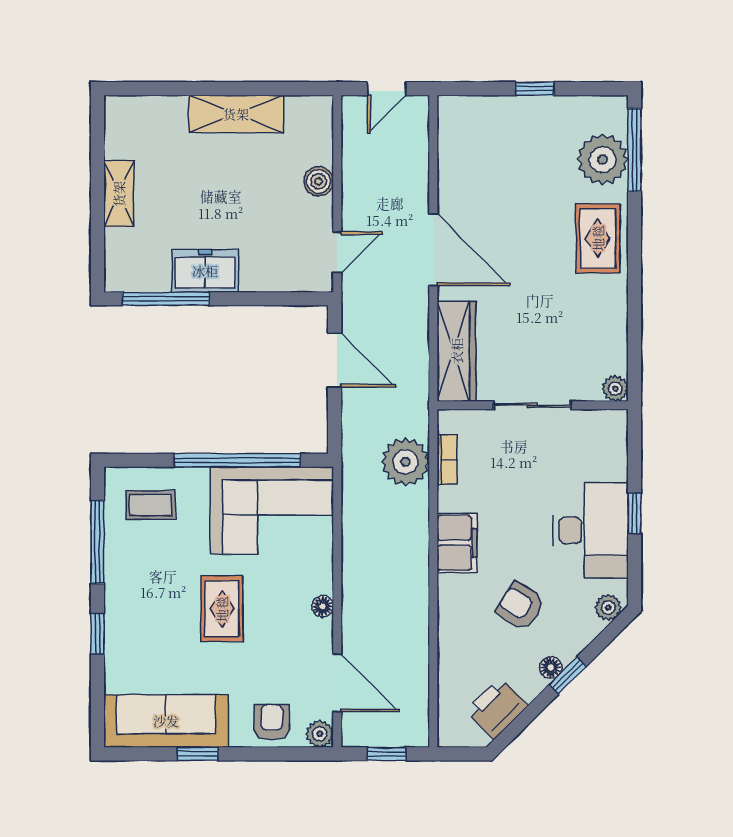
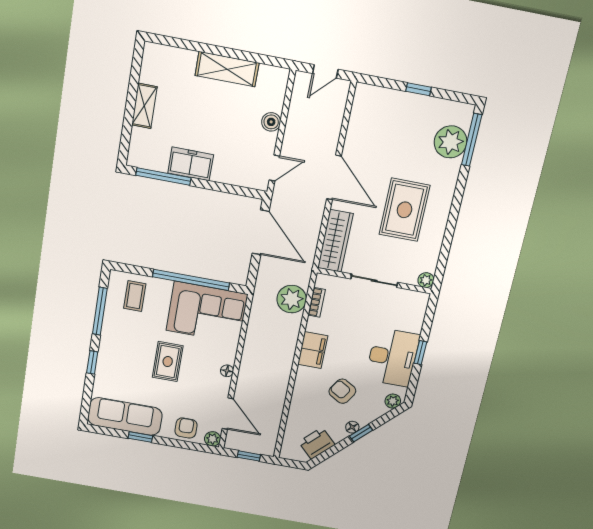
rug: (598, 238) -> (404, 210), moved, width x1.36, depth x1.43
door: (335, 360) -> (261, 232), width x1.36
coffee table: (150, 505) -> (135, 296), turned 90

